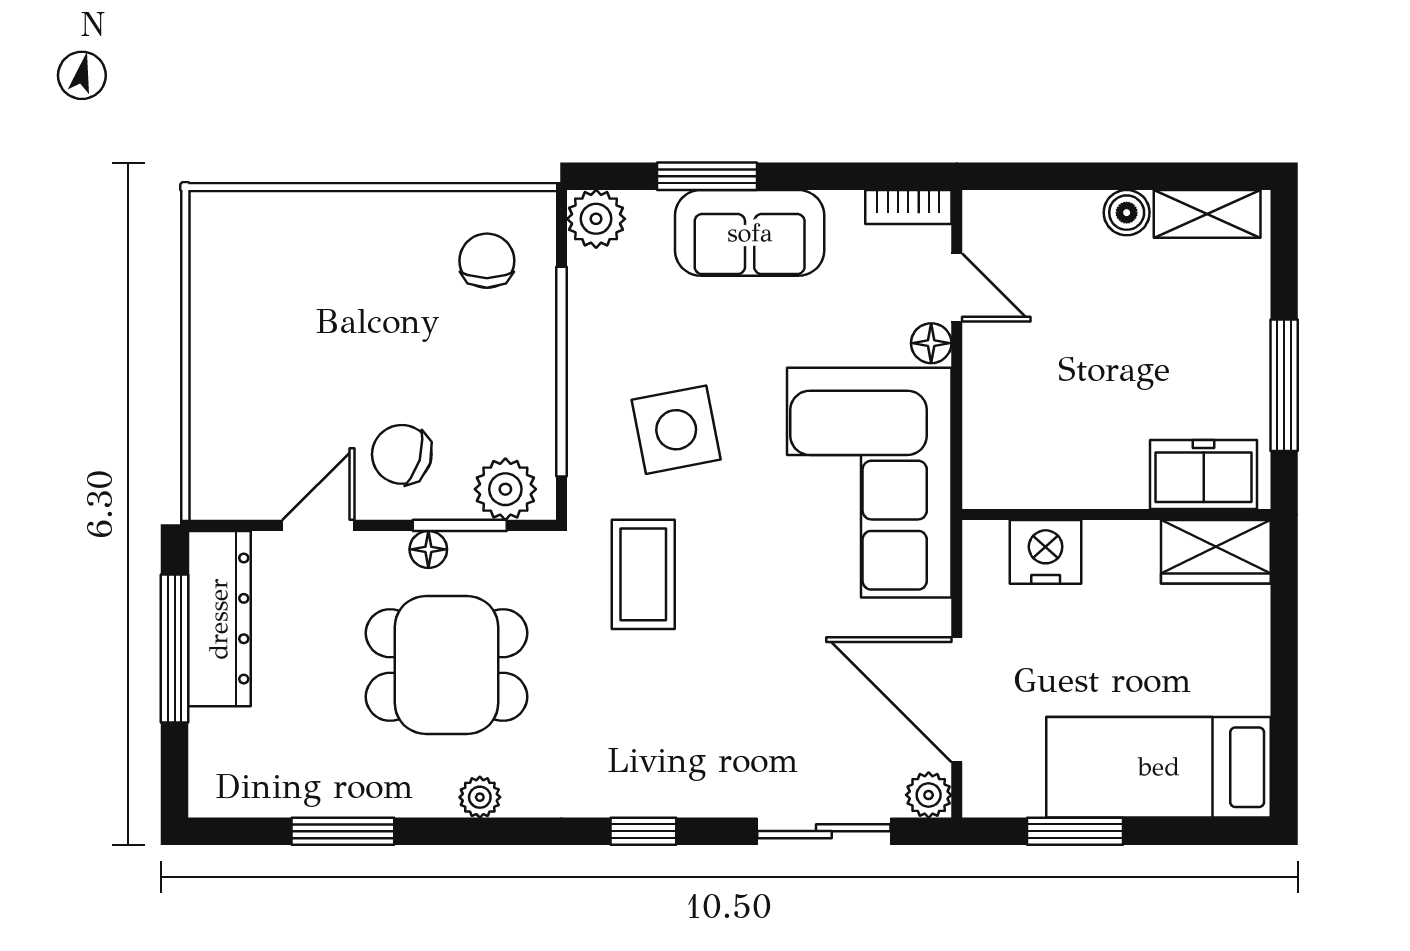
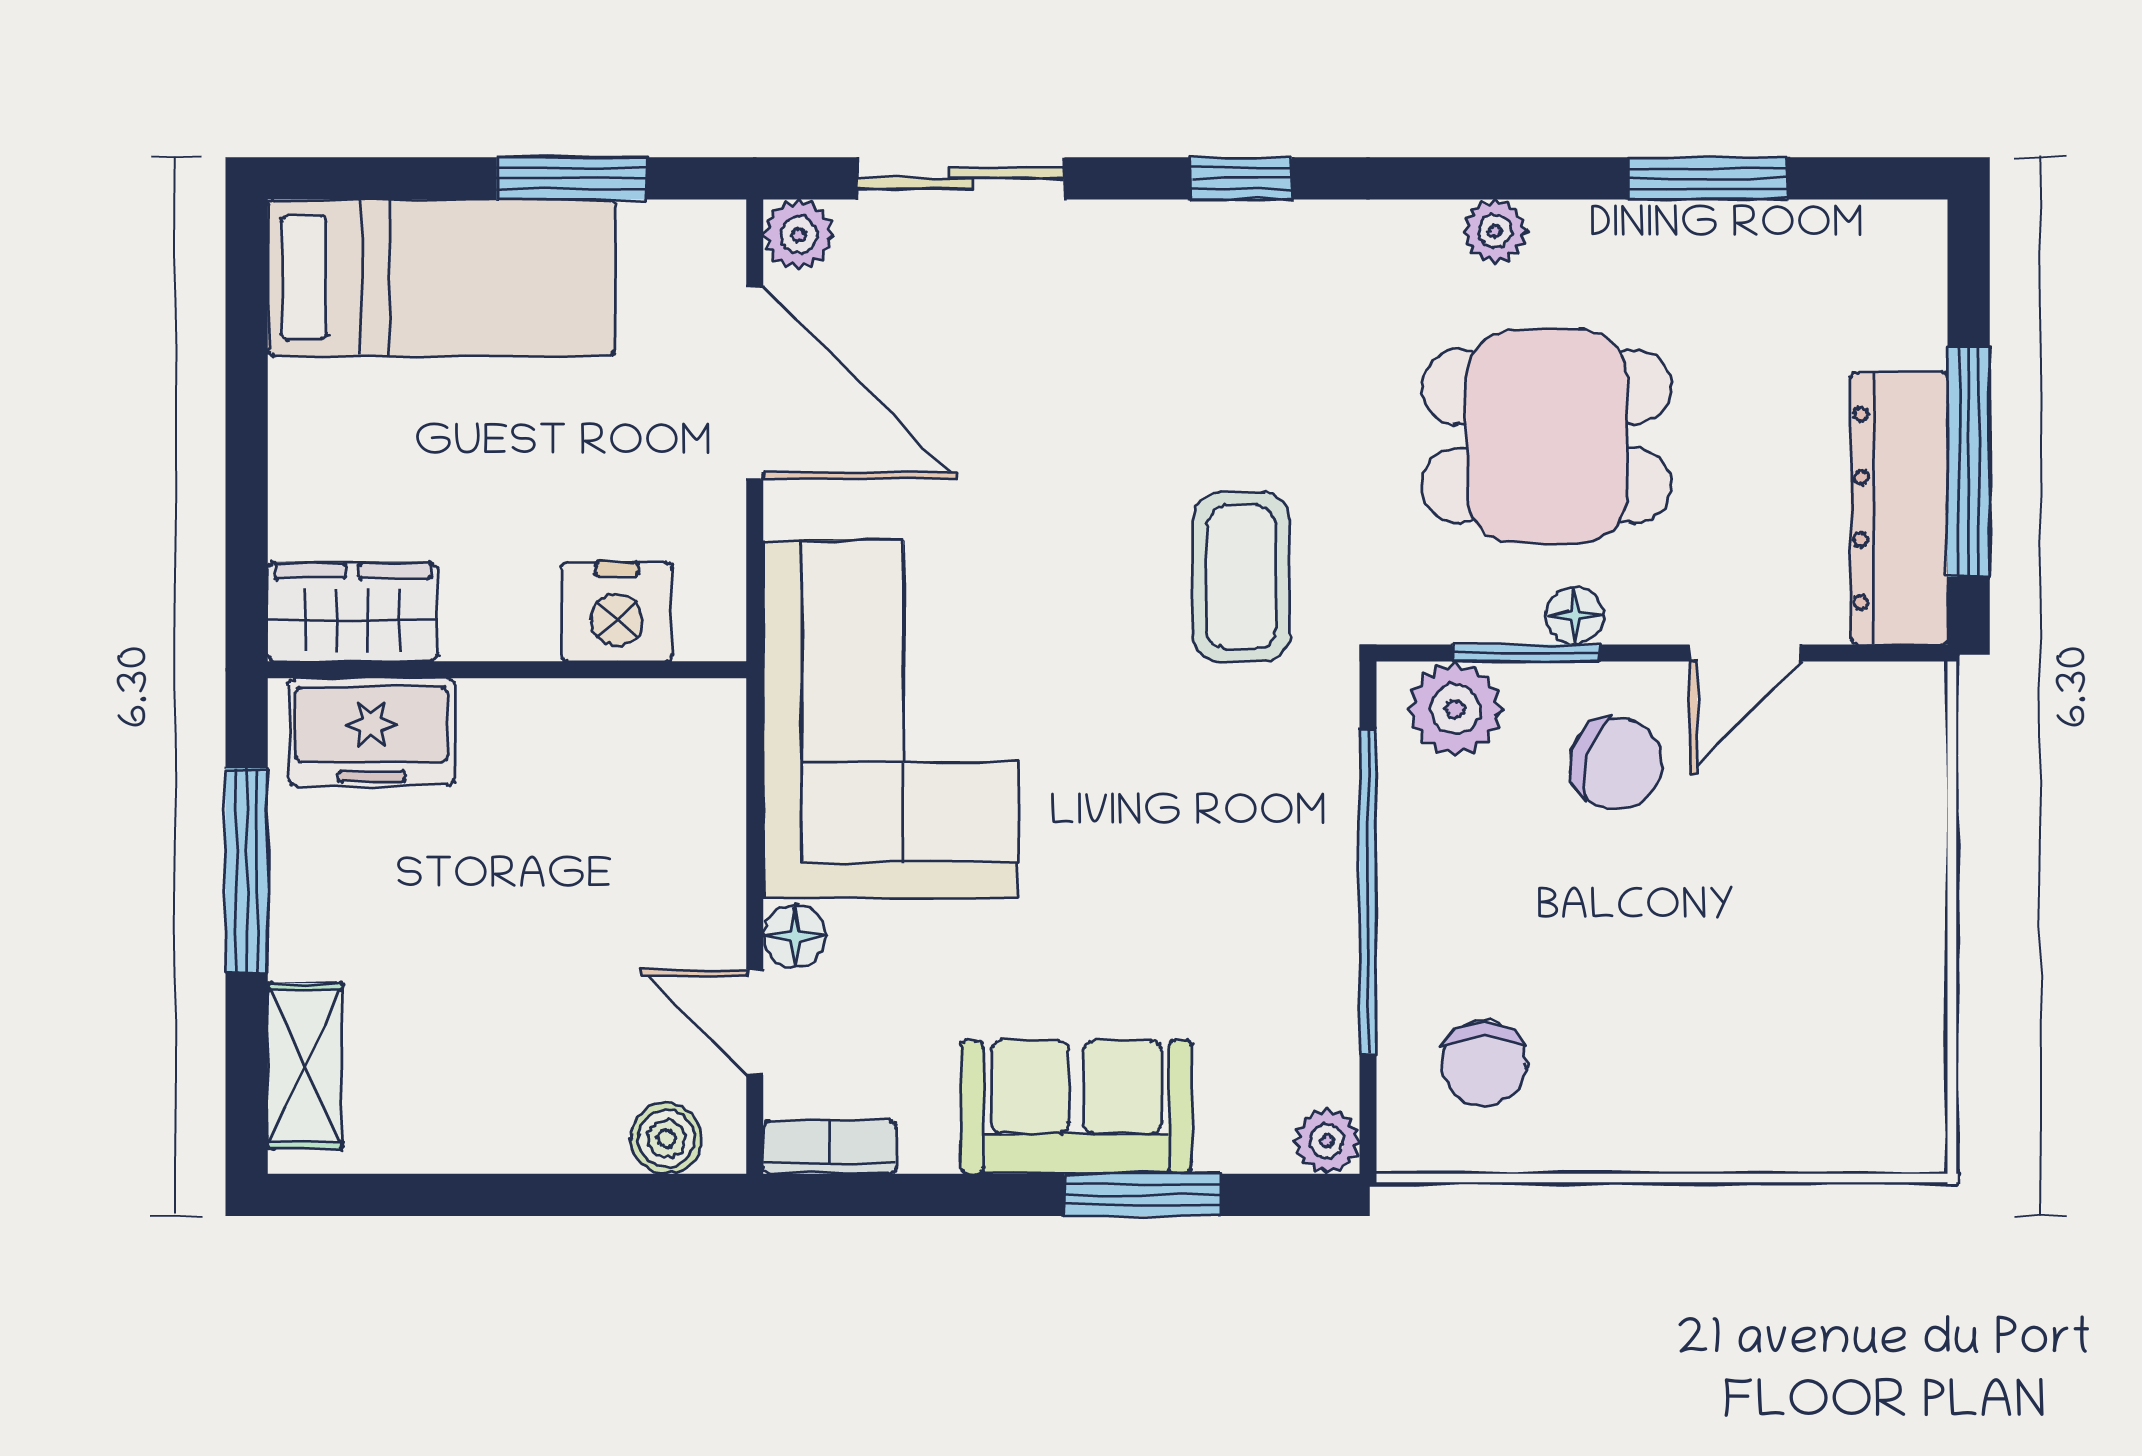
boiler: (1127, 213) -> (666, 1138), moved
shelving: (1207, 214) -> (305, 1066), moved, turned 90
plant: (596, 219) -> (1327, 1141), width x0.73, depth x0.73
side table: (676, 430) -> (1190, 801), removed

